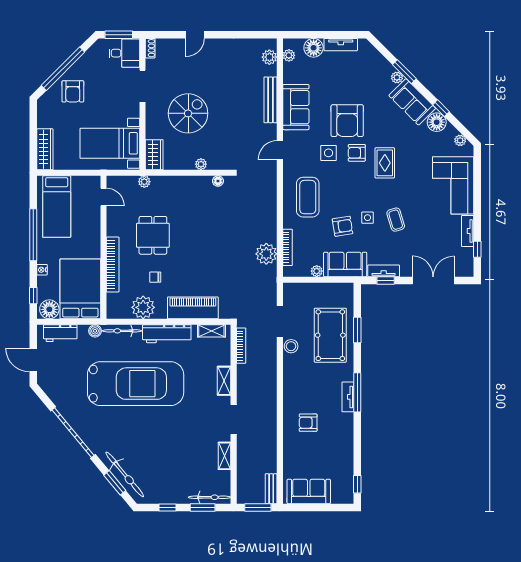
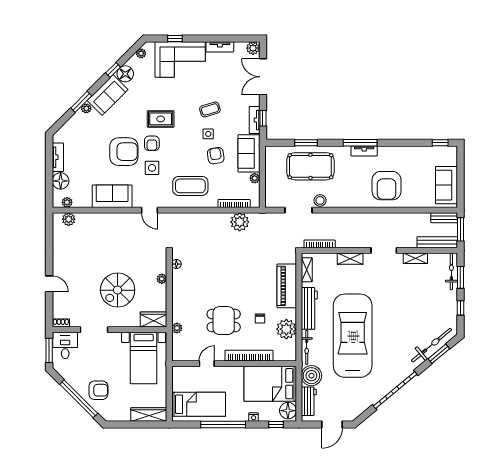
bench: (271, 100) -> (437, 242), moved
spiral stairs: (188, 113) -> (118, 290), turned -90
door: (103, 197) -> (207, 364), moved
window: (477, 249) -> (175, 38), moved
plant: (466, 269) -> (253, 48), added
boiler: (95, 331) -> (311, 376), width x1.86, depth x1.86
armchair: (308, 423) -> (387, 186), width x1.88, depth x1.88

